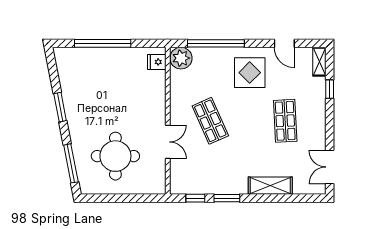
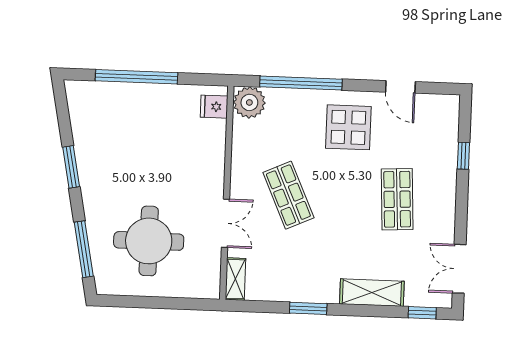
shelving: (319, 62) -> (235, 279), moved
window: (195, 198) -> (422, 313), moved

